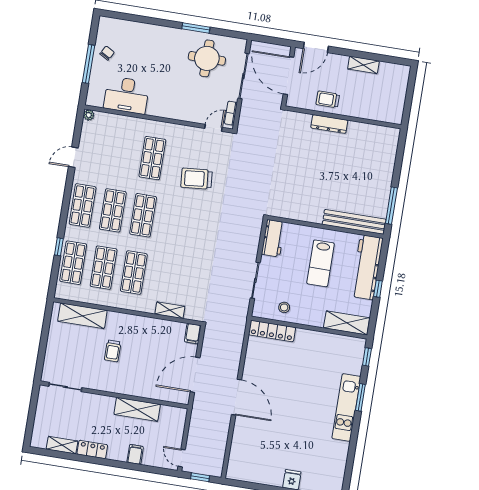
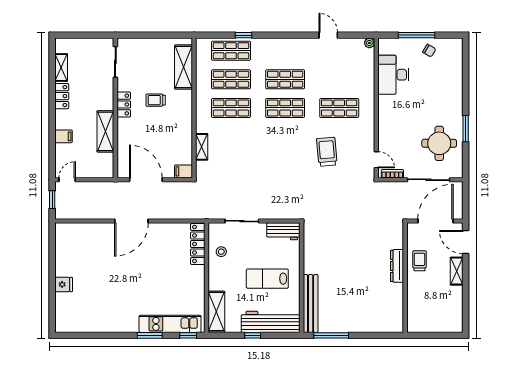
shelving: (363, 65) -> (457, 271), moved
shop shelf: (83, 205) -> (285, 51), removed
locker: (112, 385) -> (124, 104), added
kitchen unit: (346, 407) -> (170, 324), moved

